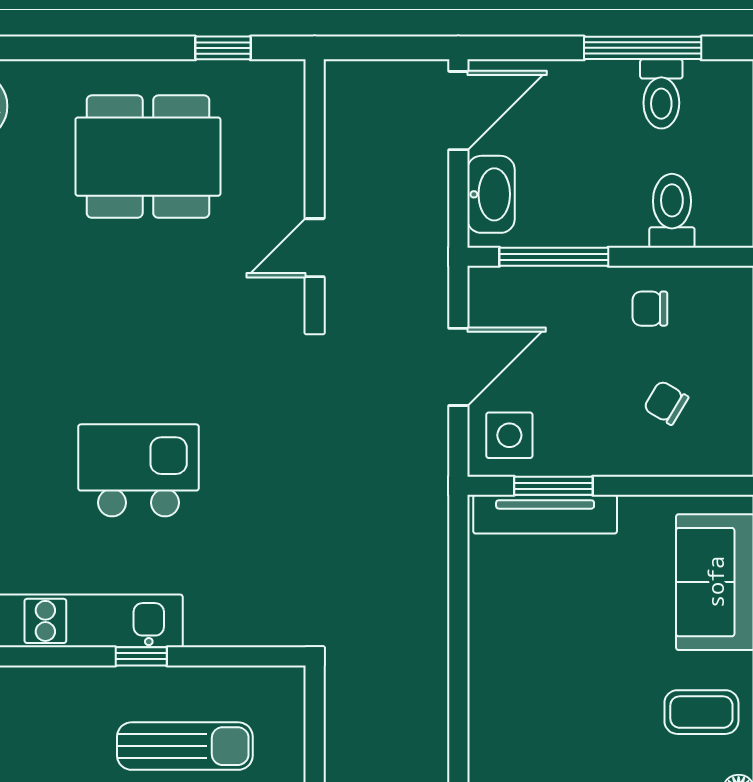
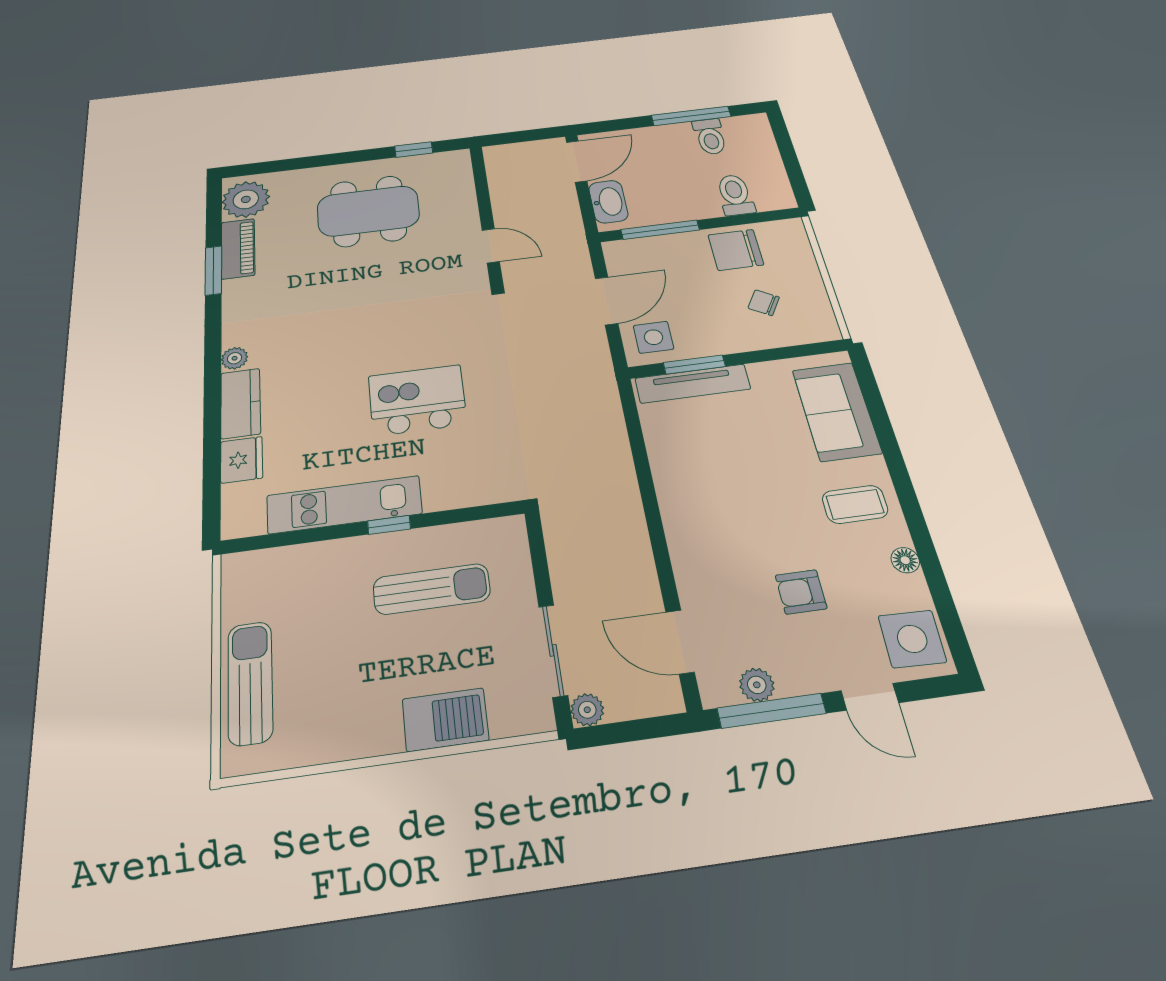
door: (315, 248) -> (491, 246), swing flipped
chair: (650, 309) -> (736, 250), width x1.87, depth x1.87
kitchen island: (138, 470) -> (417, 400), moved

